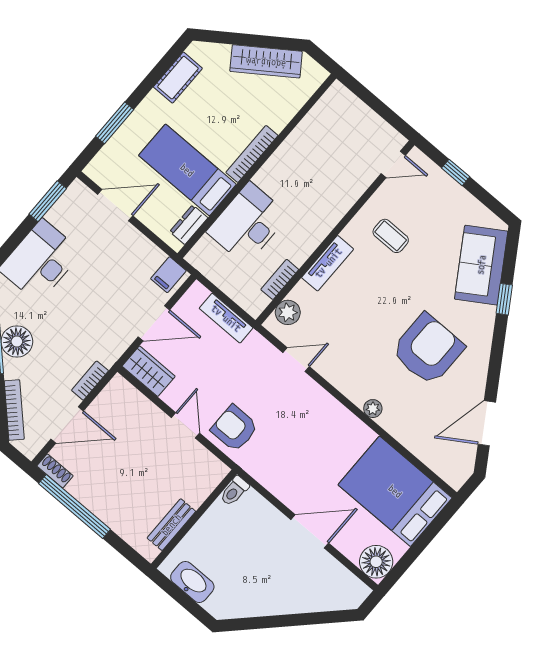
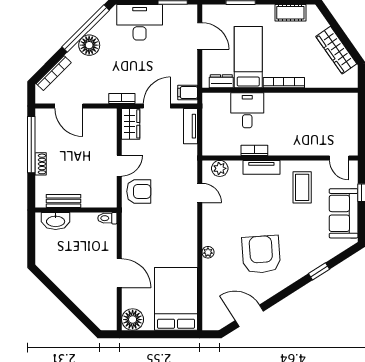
desk: (248, 223) -> (247, 110), width x0.73
coffee table: (391, 236) -> (302, 187), width x1.36, depth x1.30
sofa: (481, 265) -> (344, 213), moved, turned -58
bookcase: (280, 279) -> (254, 150), moved
tv unit: (226, 318) -> (190, 126), moved
door: (154, 323) -> (157, 106), swing flipped
armchair: (428, 349) -> (261, 254), turned -94
bookcase: (90, 381) -> (122, 99), moved
armchair: (235, 428) -> (139, 191), turned 90
shoe rack: (55, 471) -> (41, 164), moved
washbasin: (192, 582) -> (56, 221), moved, turned 90

